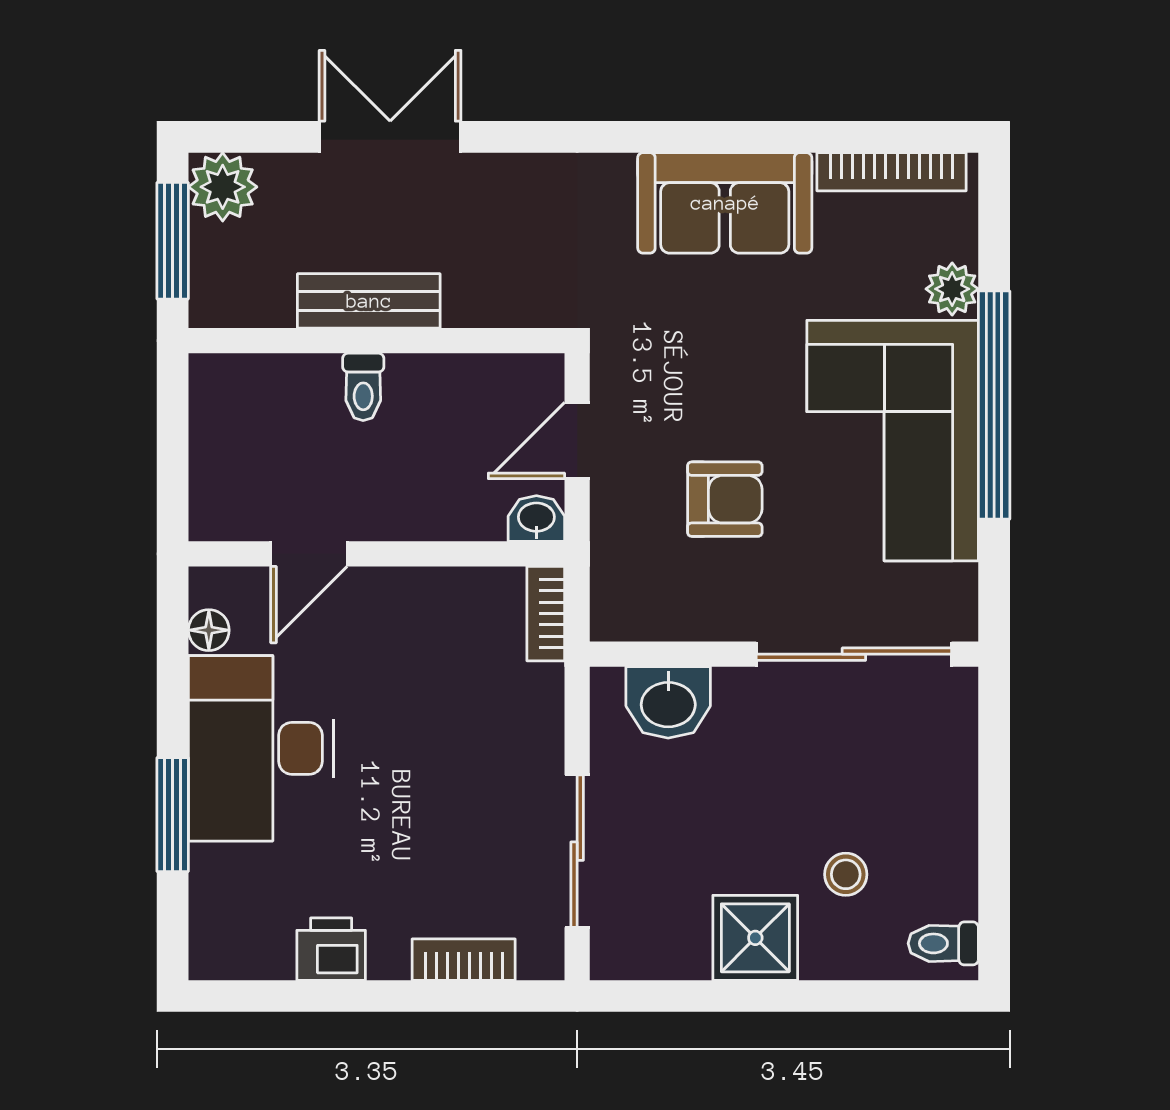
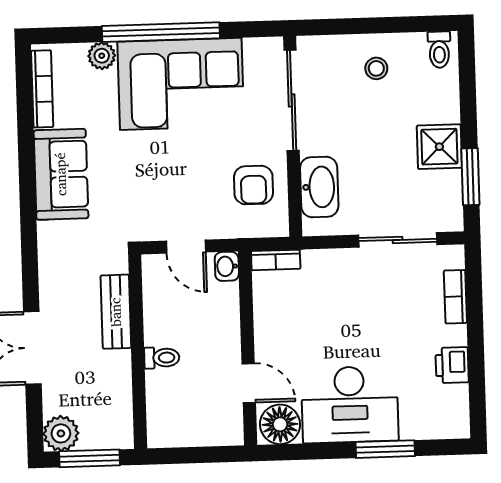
bench: (369, 301) -> (116, 312), moved
armchair: (725, 499) -> (254, 185), moved, turned 180
floor lamp: (209, 630) -> (280, 424), width x1.89, depth x1.89
washbasin: (668, 702) -> (319, 187), width x1.38
stool: (846, 874) -> (376, 68), moved
window: (695, 996) -> (470, 177), added

